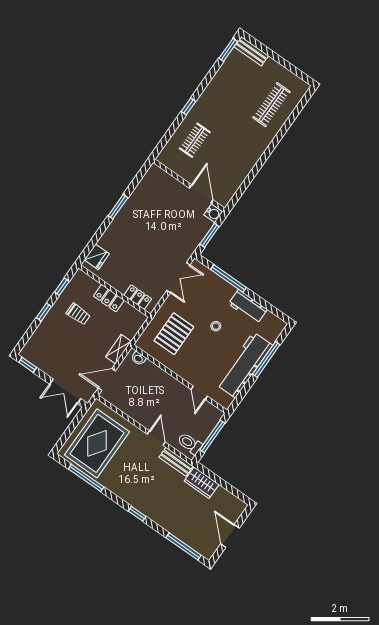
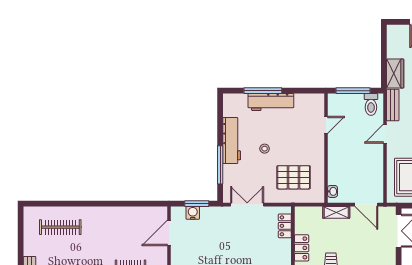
water cooler: (213, 213) -> (193, 213), moved
workbench: (248, 307) -> (232, 141), width x1.38
workbench: (244, 365) -> (271, 102), width x0.73, depth x0.76

